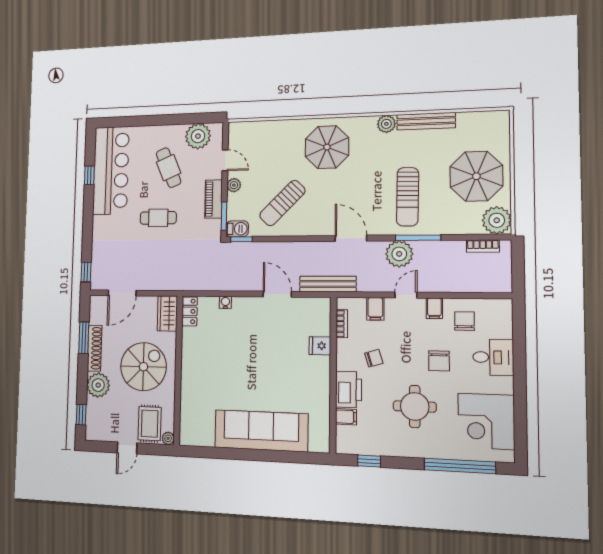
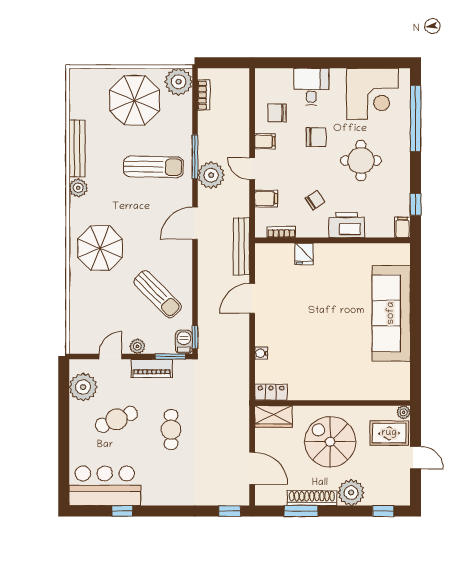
bar counter: (111, 171) -> (105, 486), width x0.73
chair: (374, 358) -> (315, 200), turned 73
filing cabinet: (346, 417) -> (402, 227), moved

